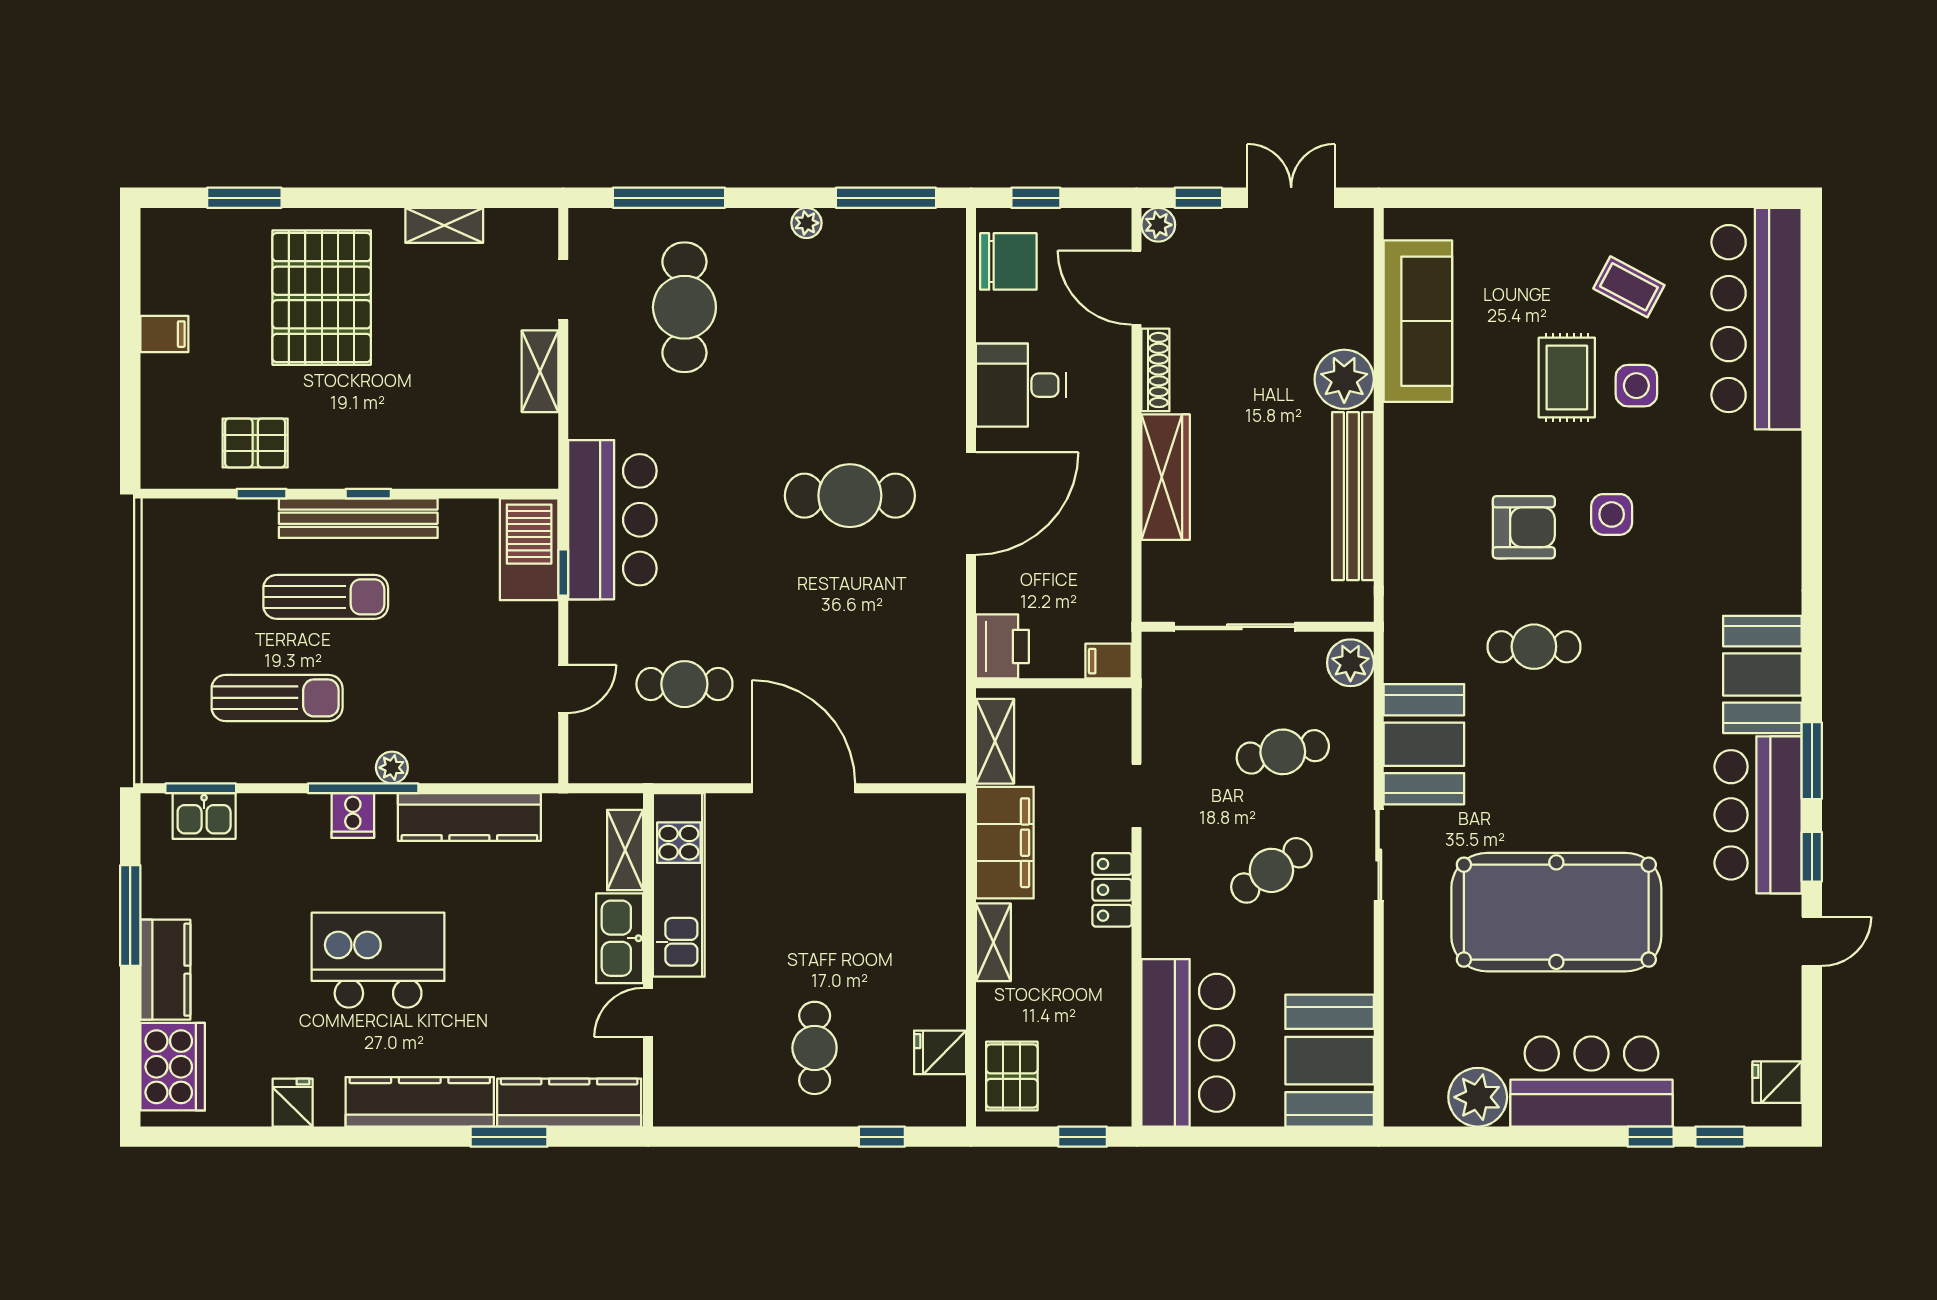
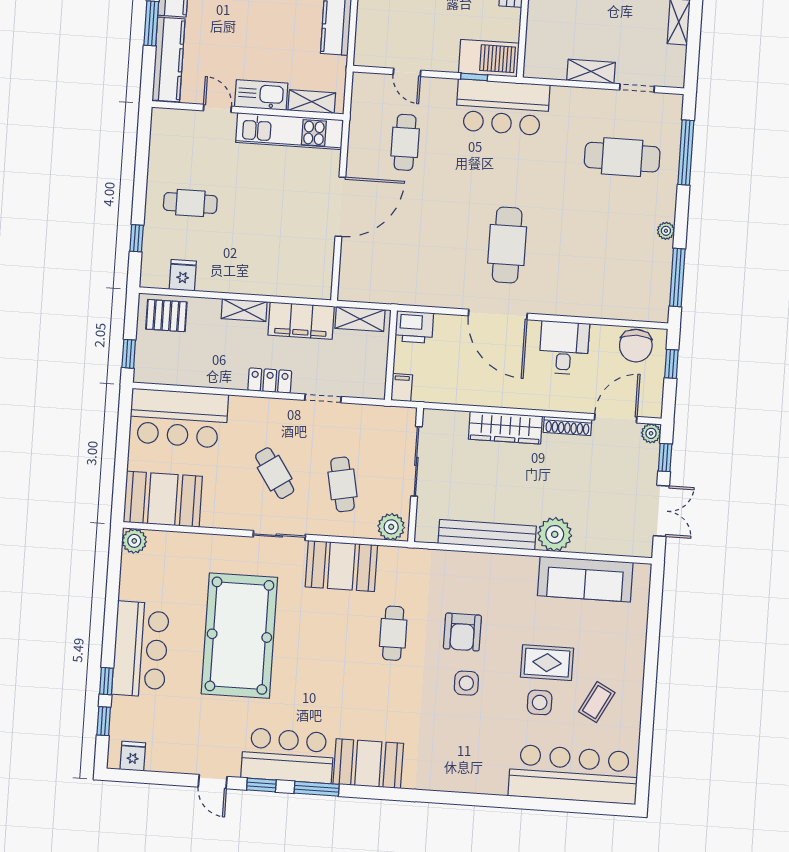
plant: (1478, 1097) -> (134, 541), moved, width x0.73, depth x0.73

